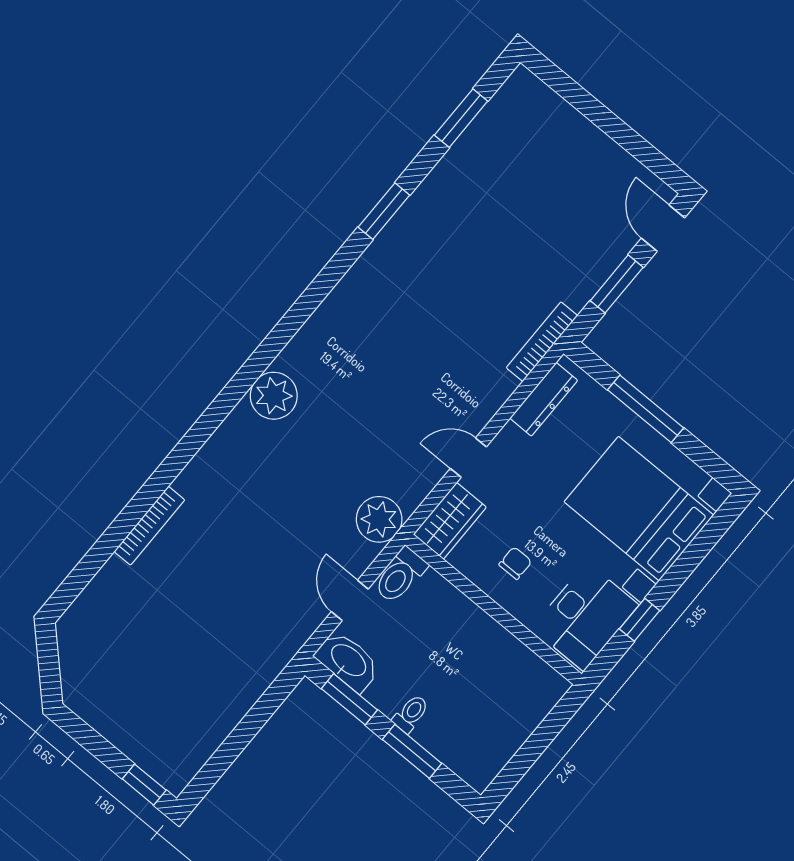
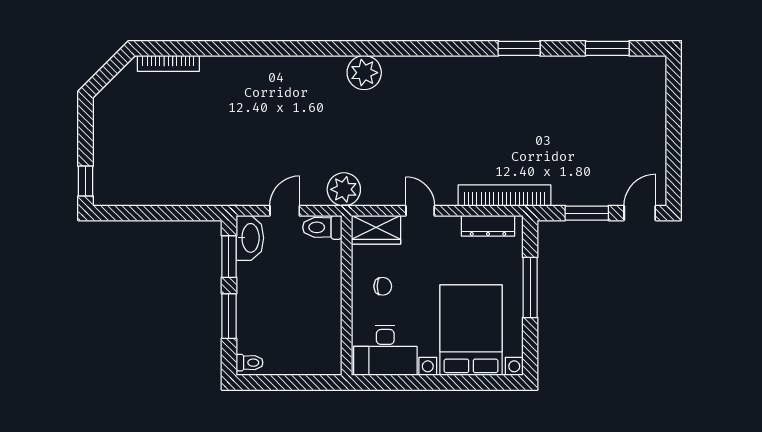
bookcase: (542, 342) -> (504, 195), width x1.48, depth x1.31
bookcase: (149, 526) -> (168, 63), moved
window: (640, 620) -> (409, 382), removed
toilet: (411, 714) -> (249, 363), moved

